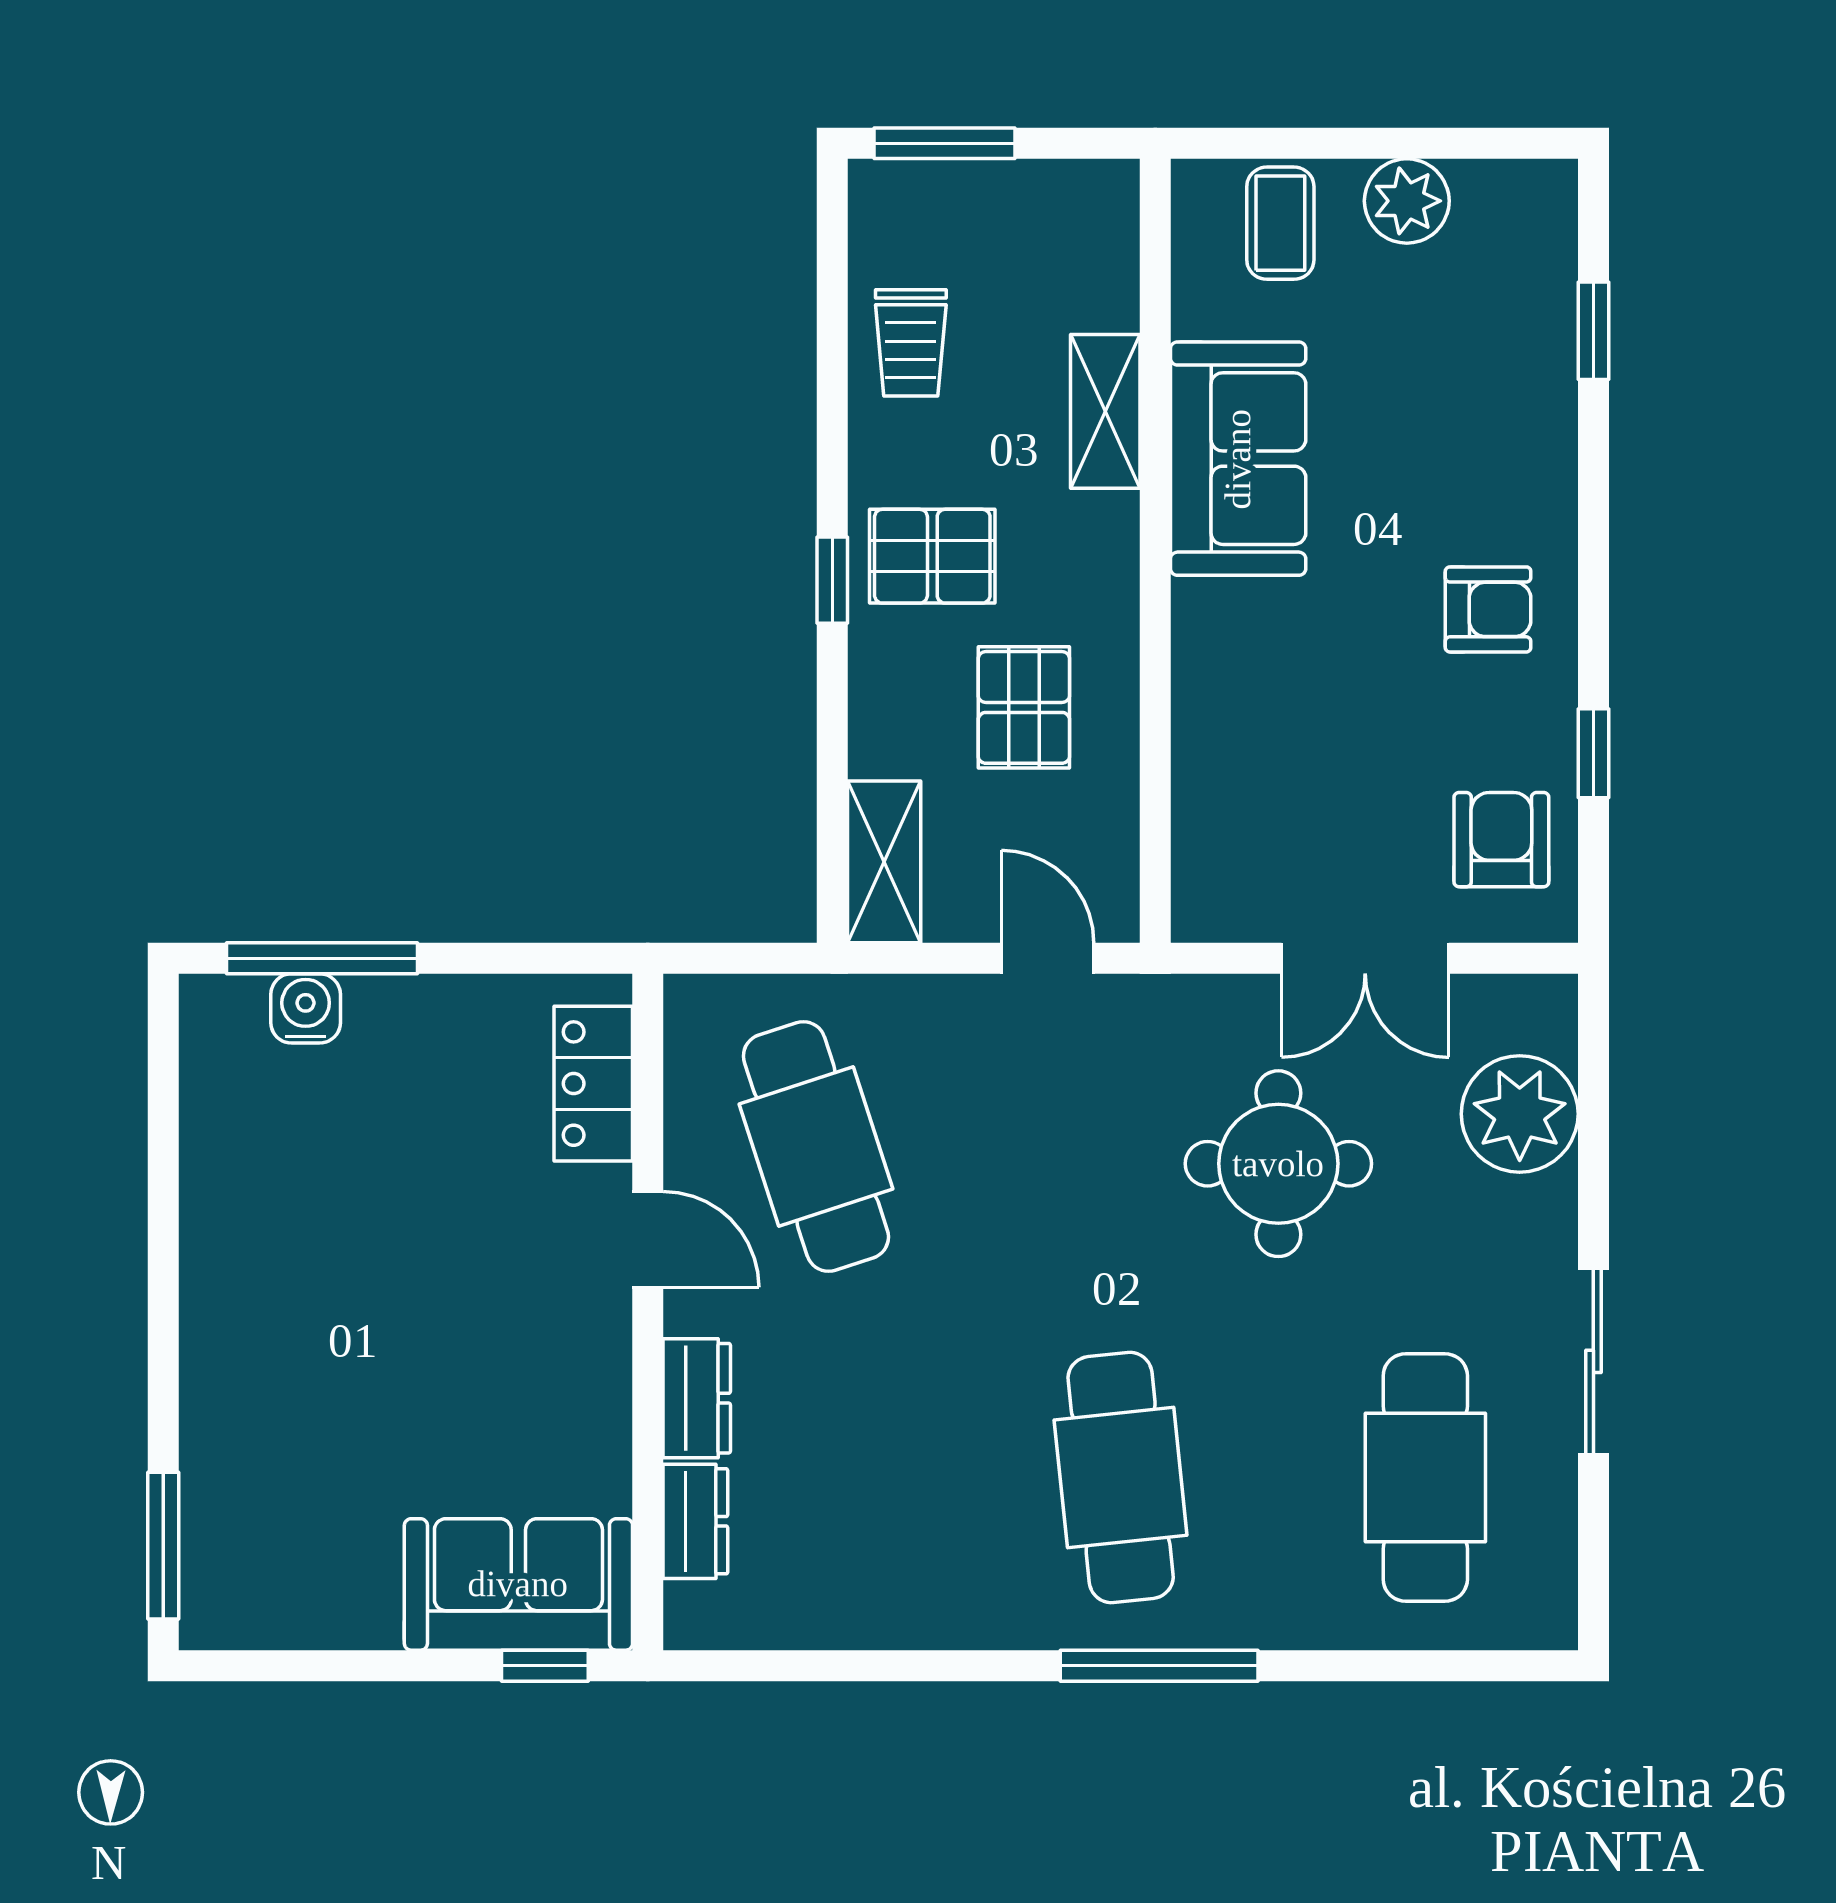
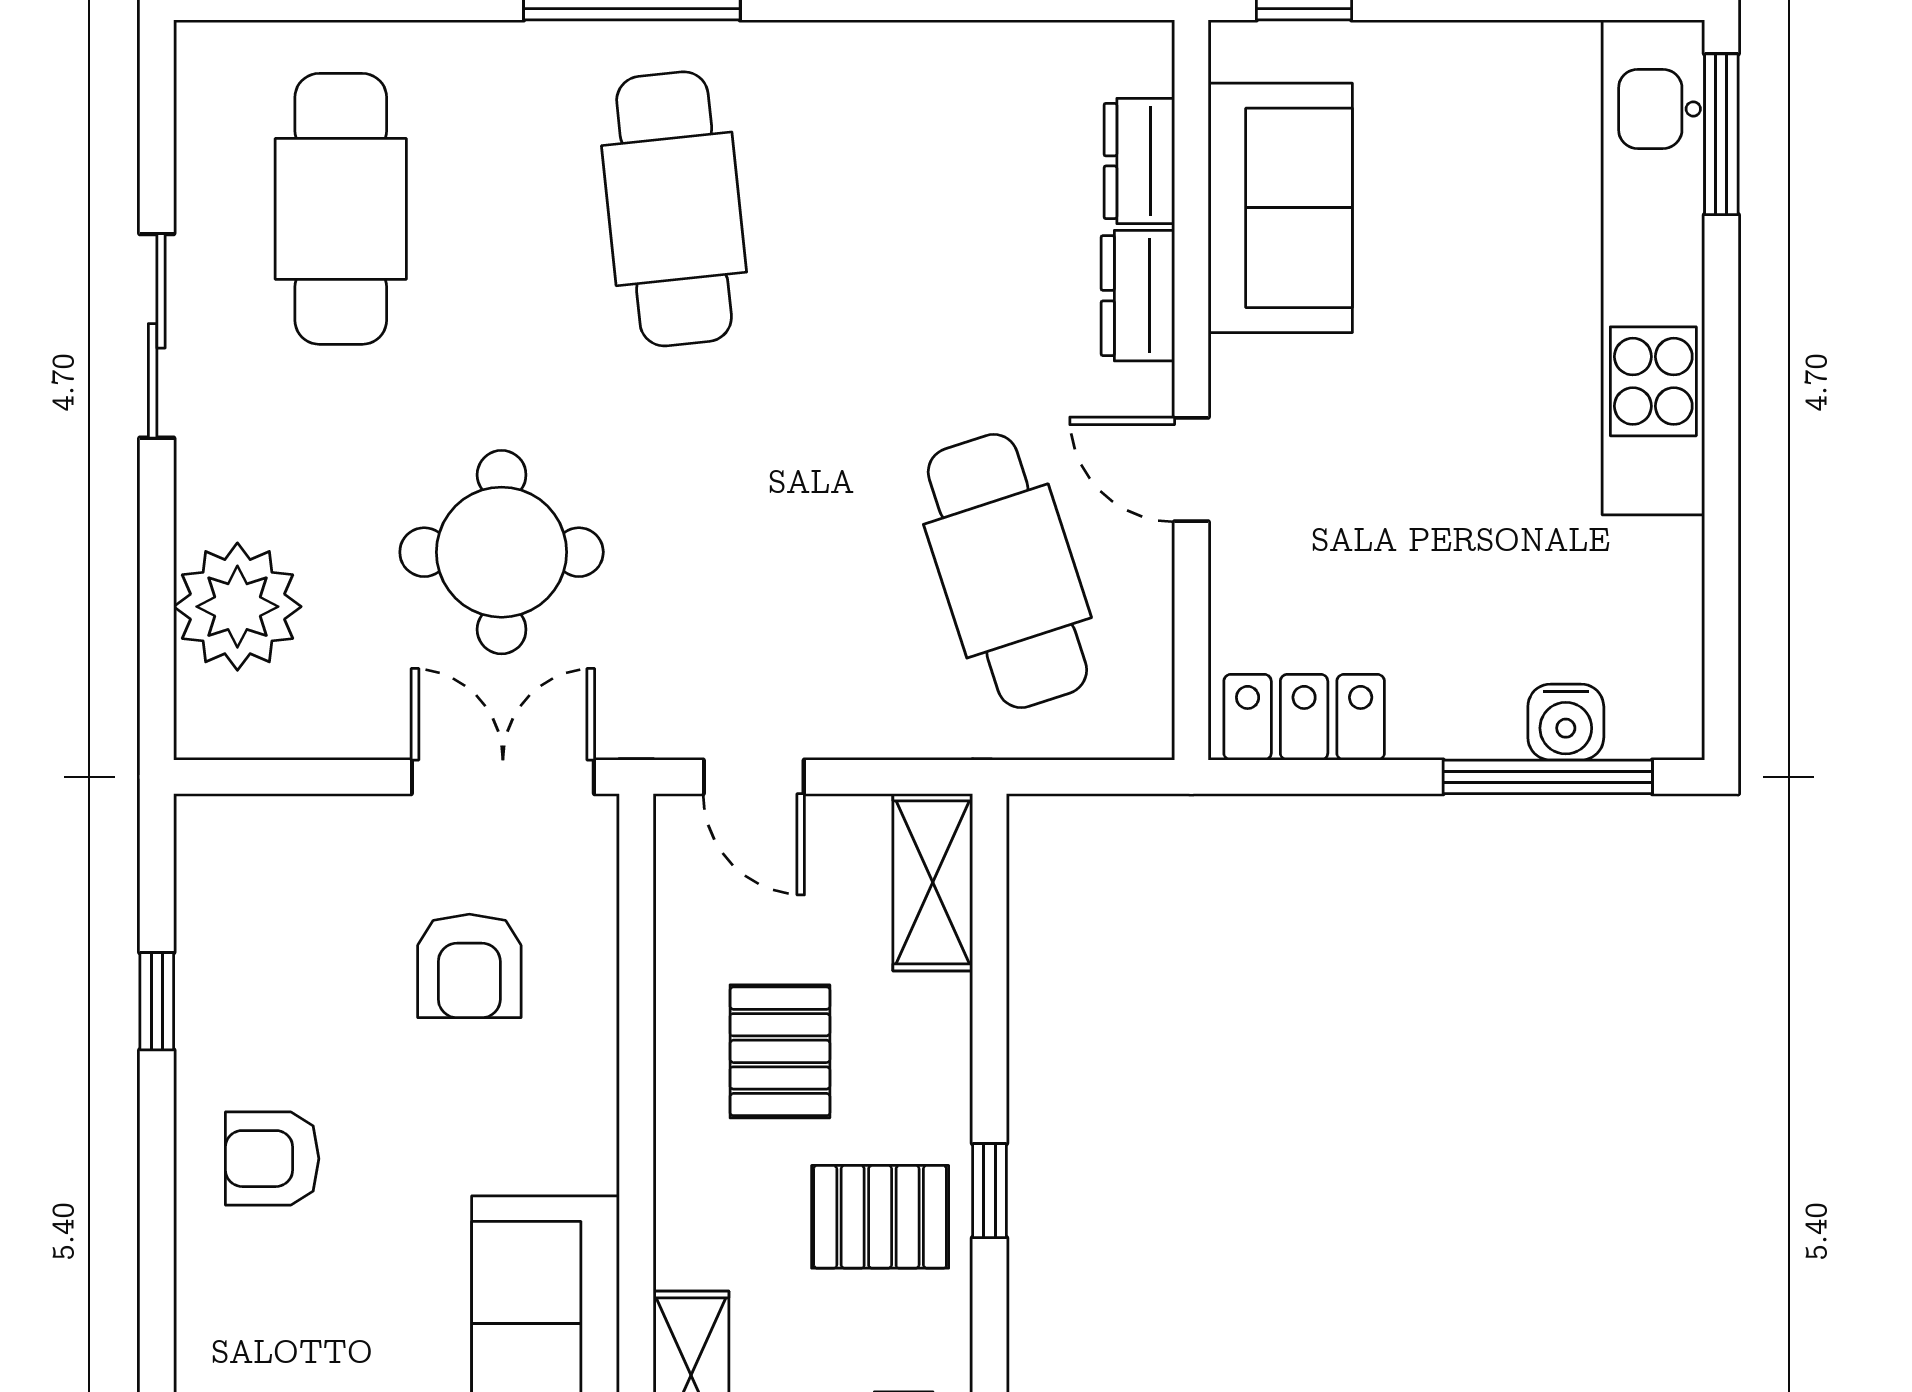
armchair: (1501, 840) -> (469, 966), moved
double door: (1365, 958) -> (503, 777), moved
locker: (593, 1084) -> (1304, 717), moved, turned -90
kitchen unit: (226, 1424) -> (1653, 267), added
sofa: (518, 1584) -> (1280, 208), moved, turned -90

